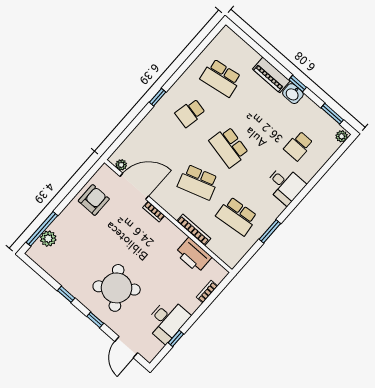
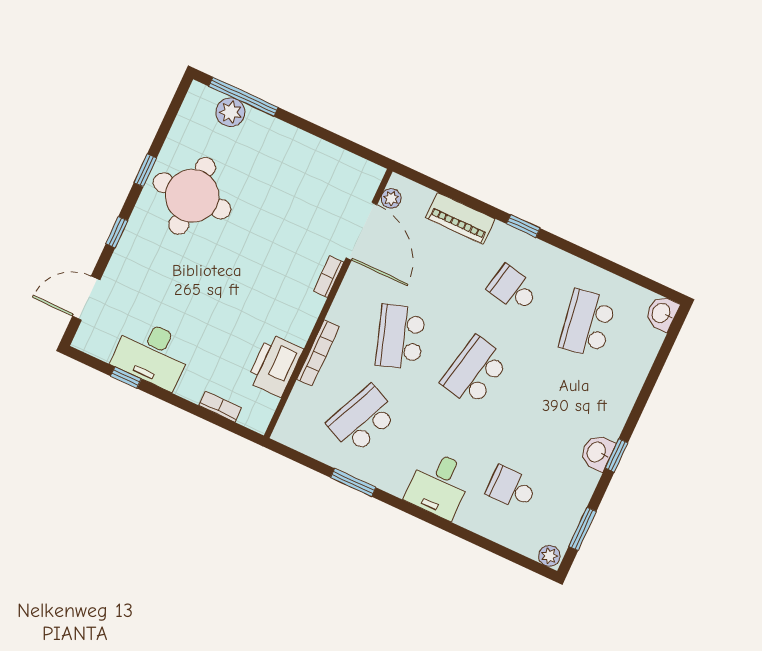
washbasin: (227, 36) -> (662, 313), added
piano: (271, 75) -> (460, 218), moved, turned -90
armchair: (94, 200) -> (318, 170), removed
school desk: (237, 216) -> (362, 419), turned 30
round table: (117, 288) -> (192, 196), moved, turned 36

